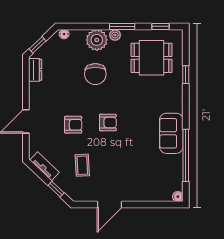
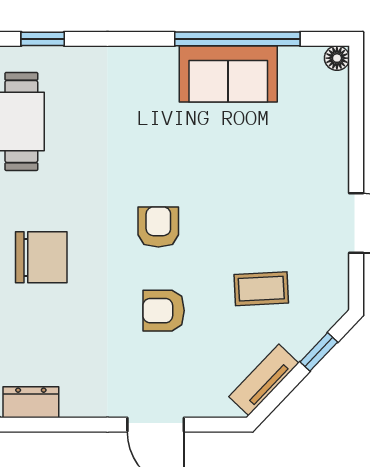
armchair: (73, 125) -> (164, 311), turned -90
sofa: (171, 133) -> (228, 74), moved

